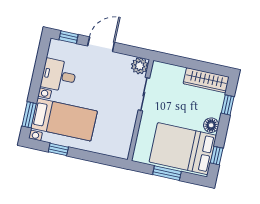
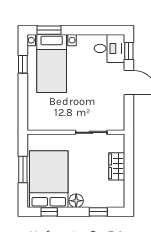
plant: (140, 66) -> (117, 123), removed
desk: (59, 75) -> (109, 48), moved, turned 90
wardrobe: (206, 80) -> (117, 166), moved, width x0.67

